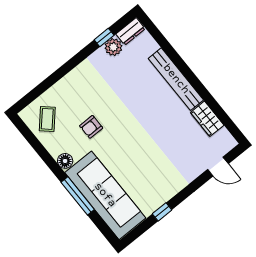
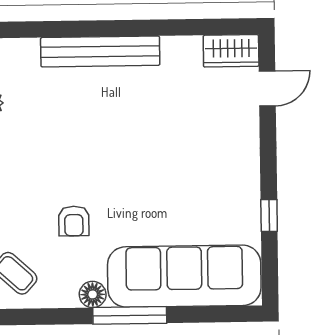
wardrobe: (207, 119) -> (231, 51), moved
window: (78, 196) -> (130, 315), moved

